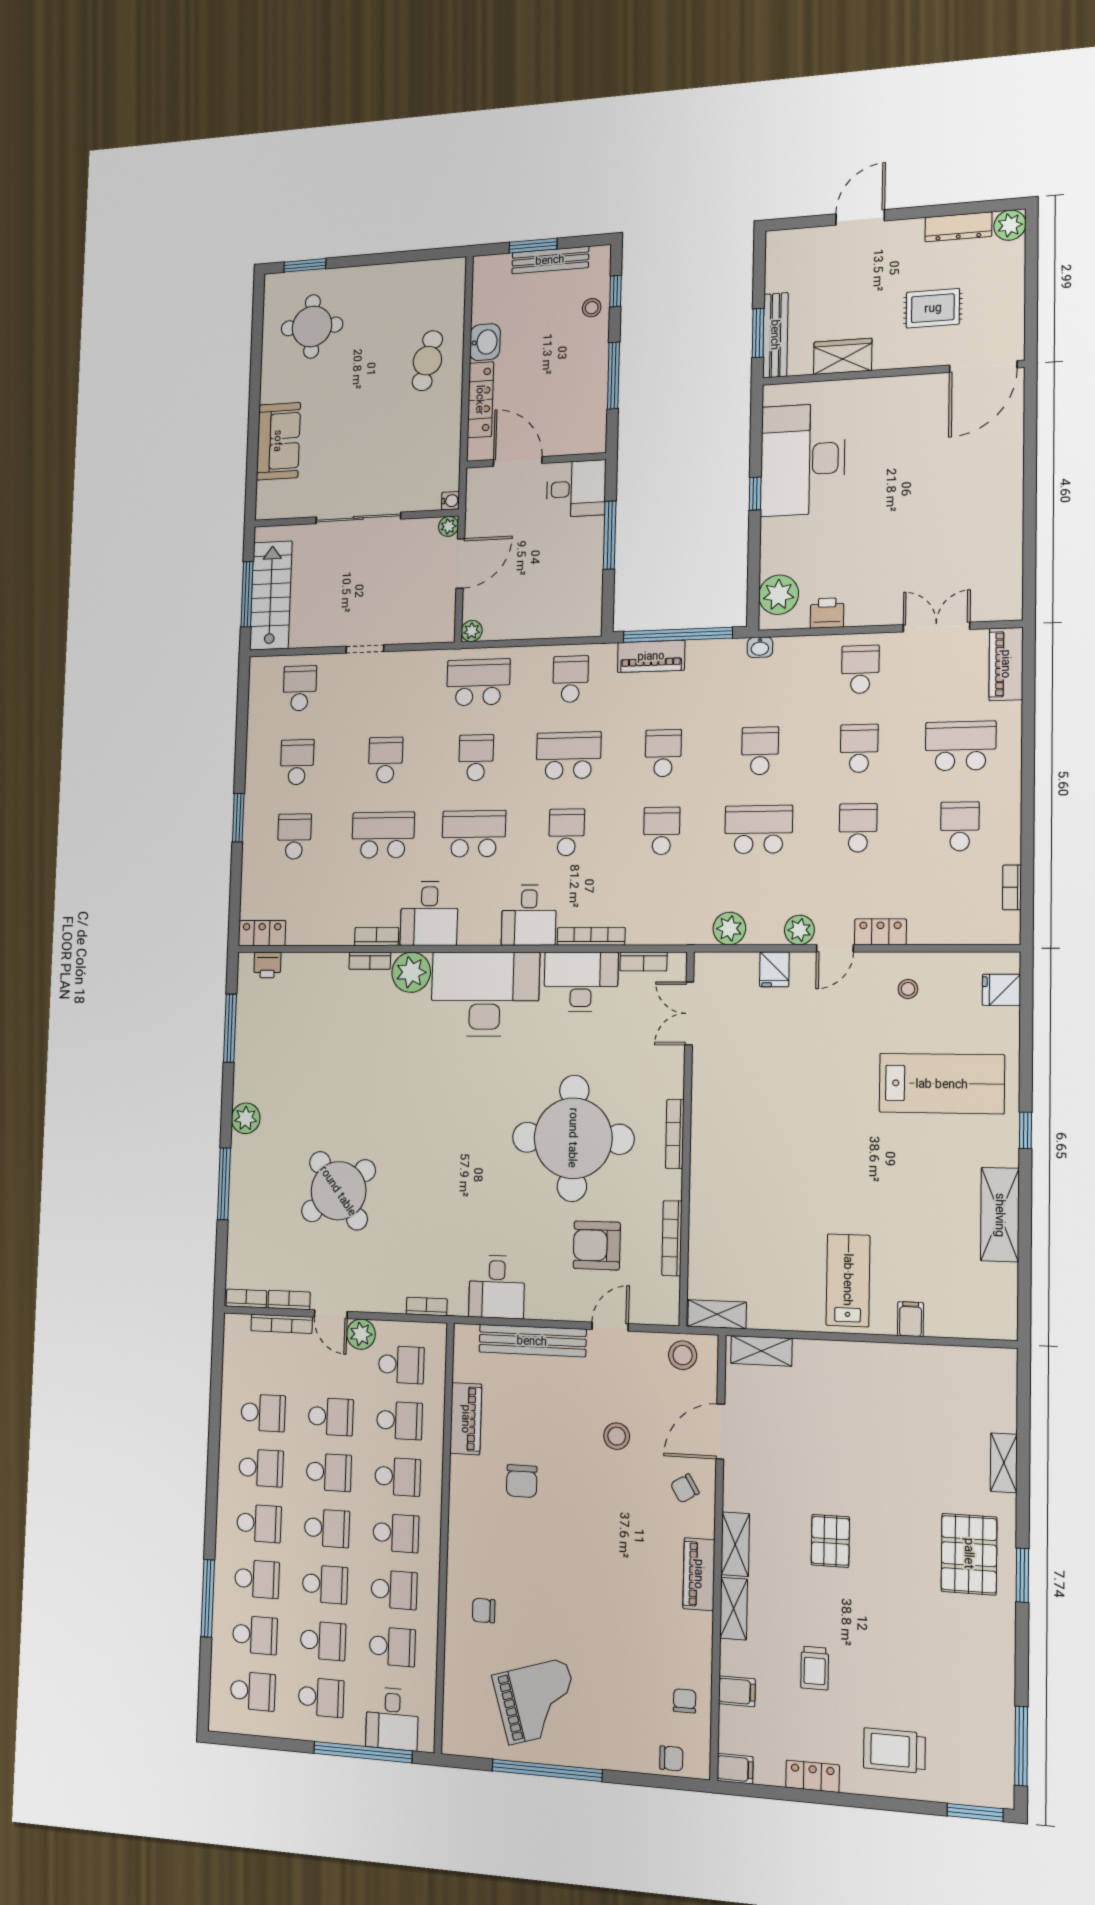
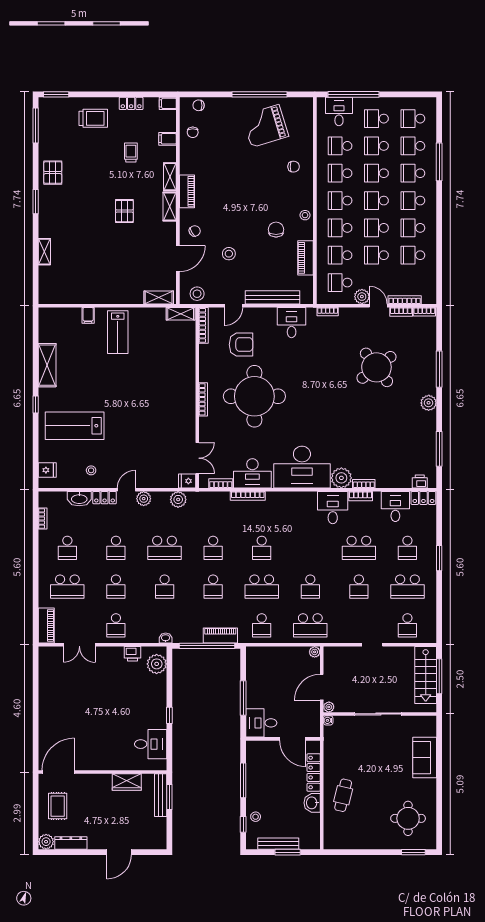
rug: (933, 308) -> (58, 806), moved, turned 90
desk: (803, 460) -> (151, 744), width x0.53, depth x0.77
school desk: (297, 762) -> (407, 587), width x1.85
school desk: (474, 834) -> (310, 548), removed
desk: (529, 915) -> (395, 507), moved
washbasin: (934, 929) -> (79, 499), added
fridge: (774, 969) -> (187, 481), moved, turned -90
bookcase: (672, 1238) -> (204, 325), moved
stool: (464, 1507) -> (305, 215), added
pallet: (969, 1554) -> (53, 173), moved, width x0.67, depth x0.71

